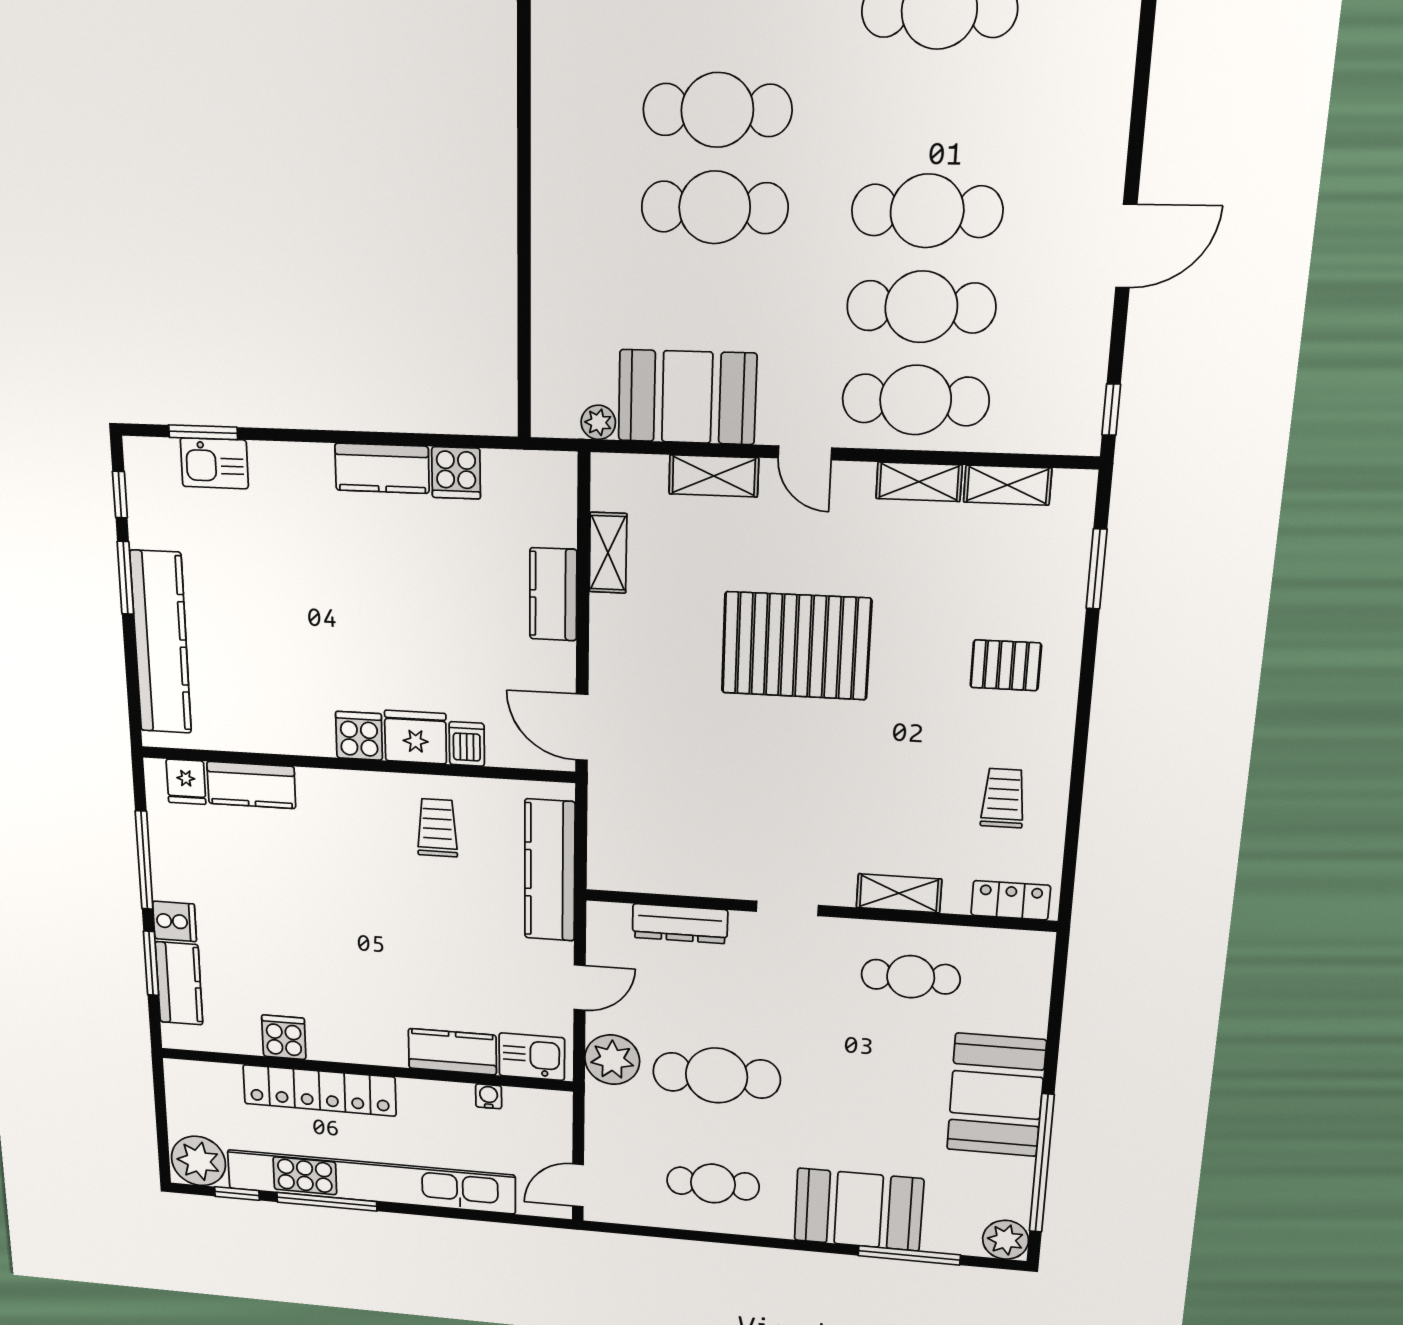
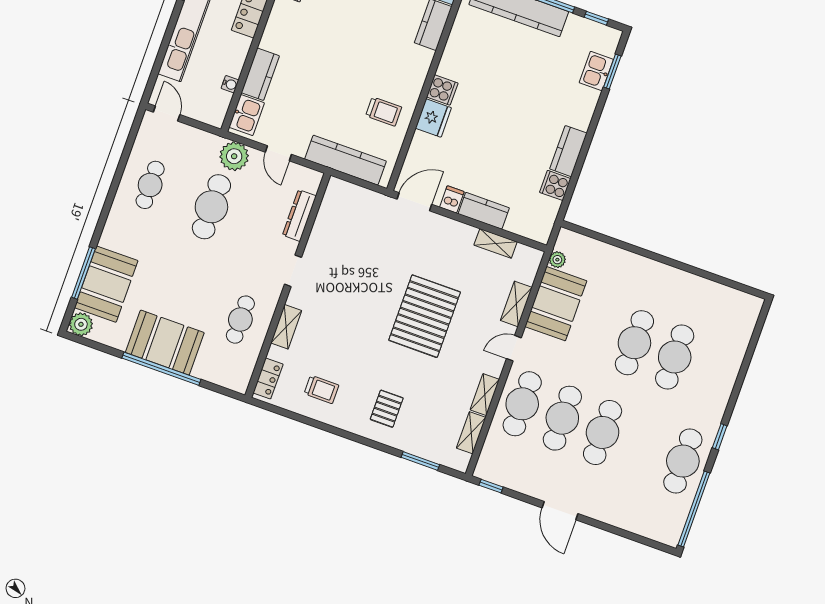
dishwasher: (467, 744) -> (452, 199), moved, turned -90
window: (1042, 1163) -> (161, 369), moved
booth: (859, 1210) -> (106, 284), moved

